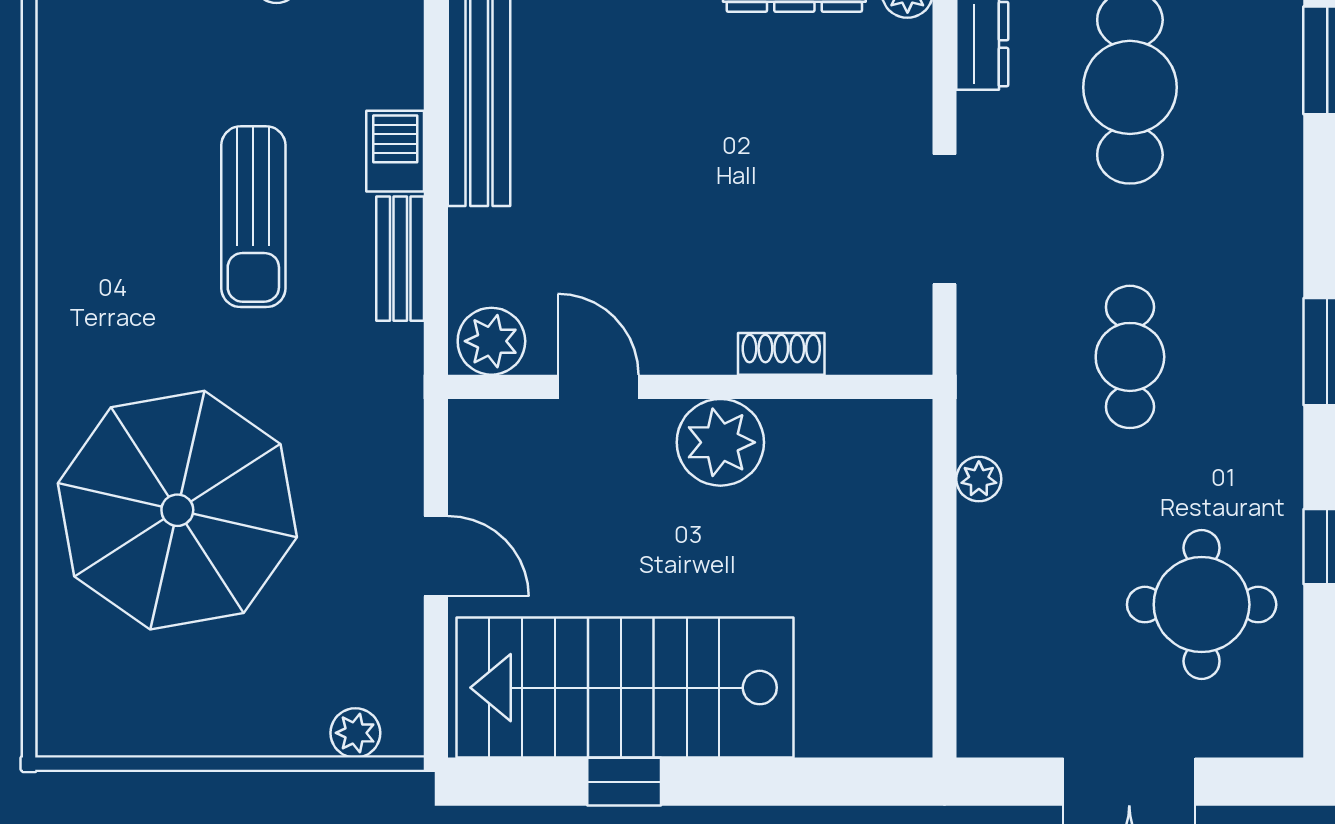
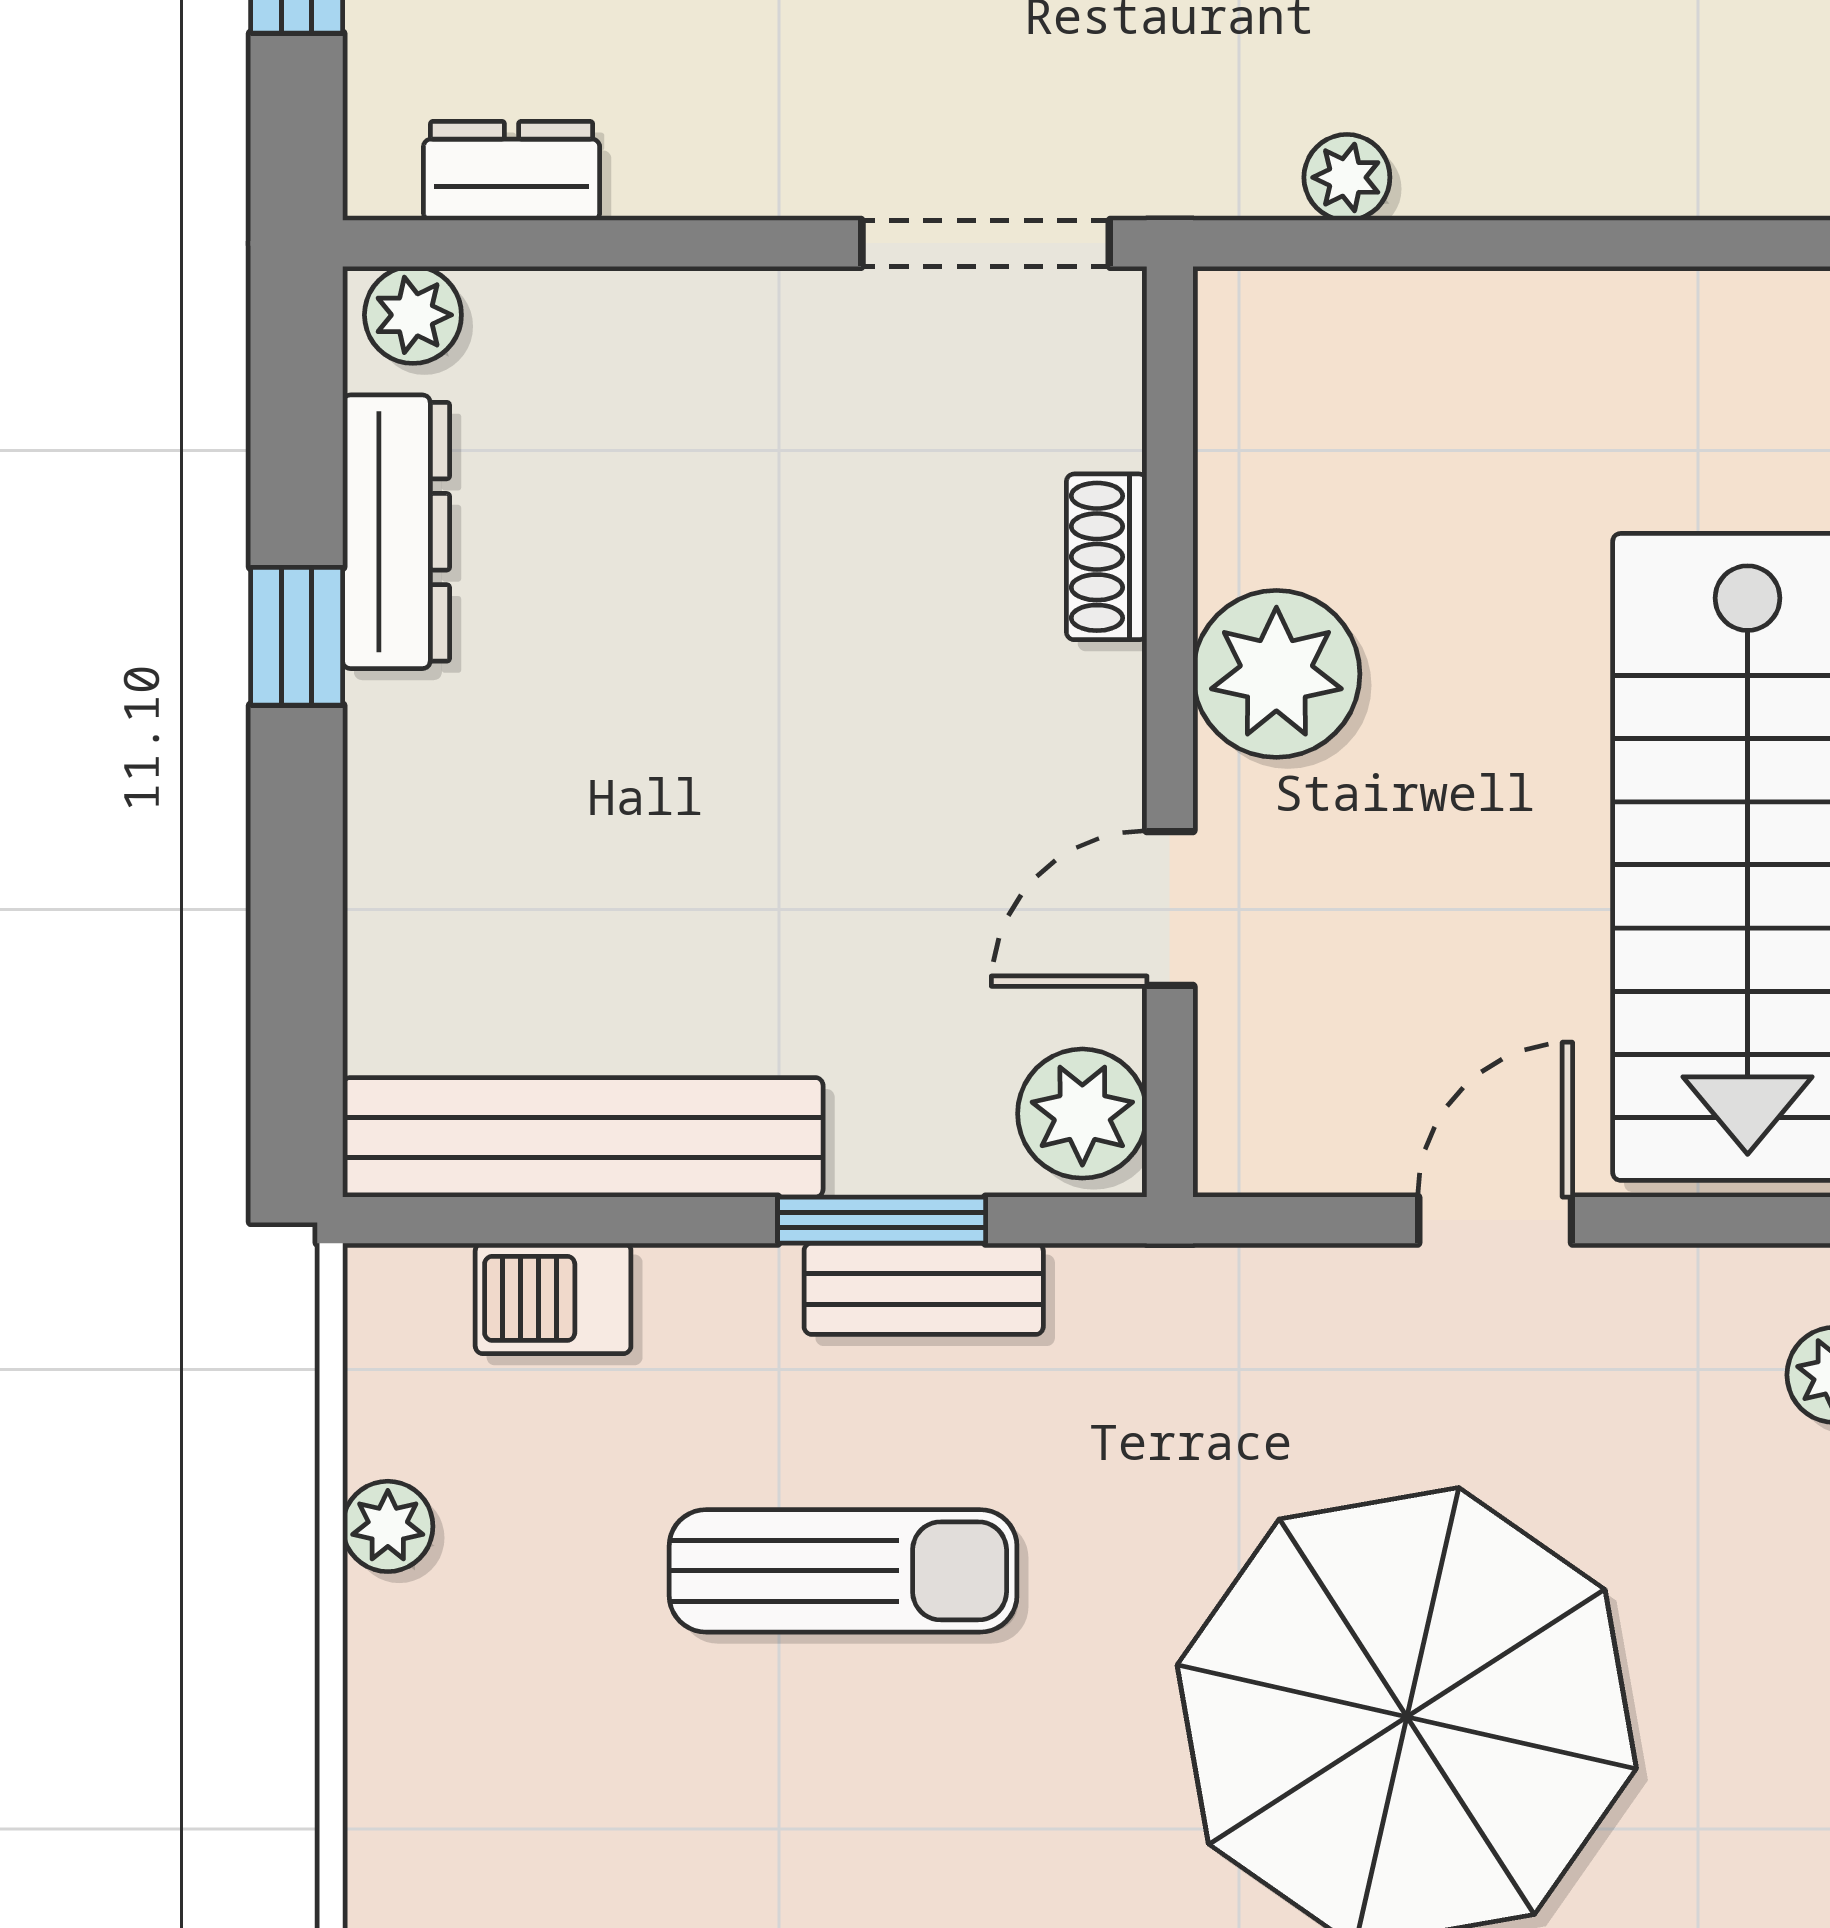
barbecue: (395, 151) -> (553, 1298), moved
doorway: (944, 219) -> (986, 243), moved
window: (436, 237) -> (882, 1220), added

